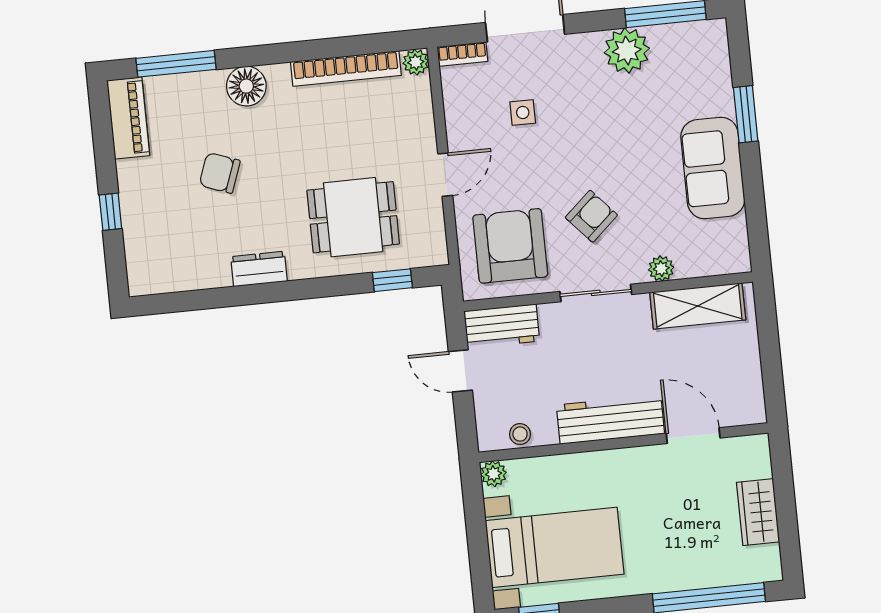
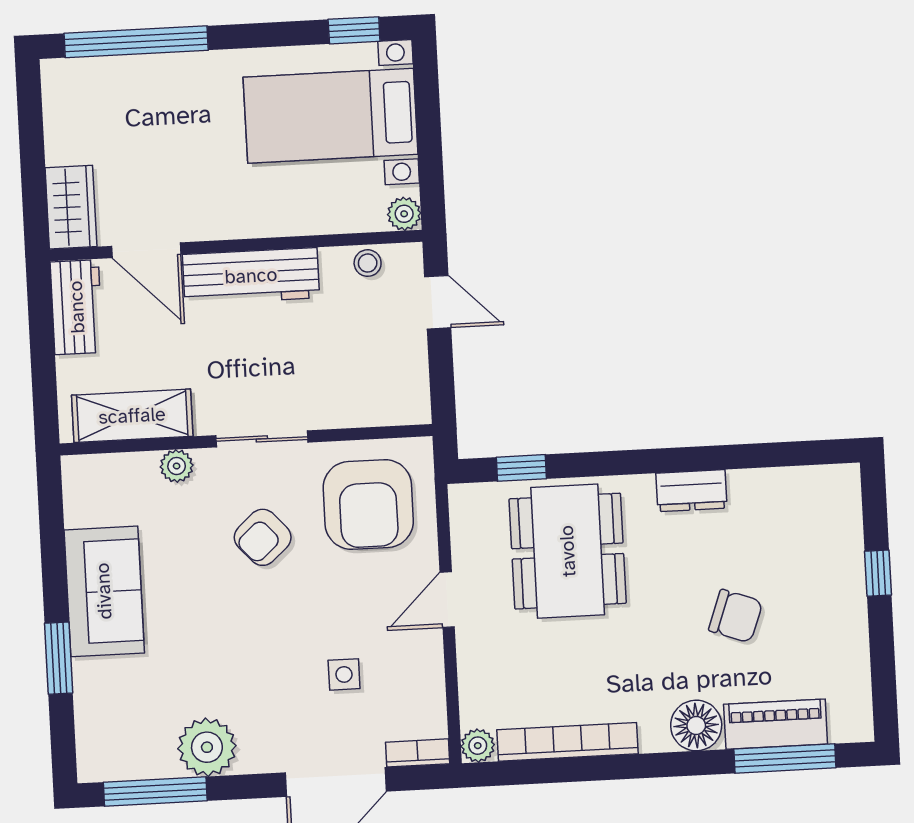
piano: (128, 118) -> (776, 724), moved, turned 90
dining table: (353, 217) -> (568, 551), width x1.38
workbench: (502, 326) -> (77, 307), moved, turned 90
door: (460, 371) -> (438, 302), moved
wardrobe: (758, 512) -> (71, 207), moved

